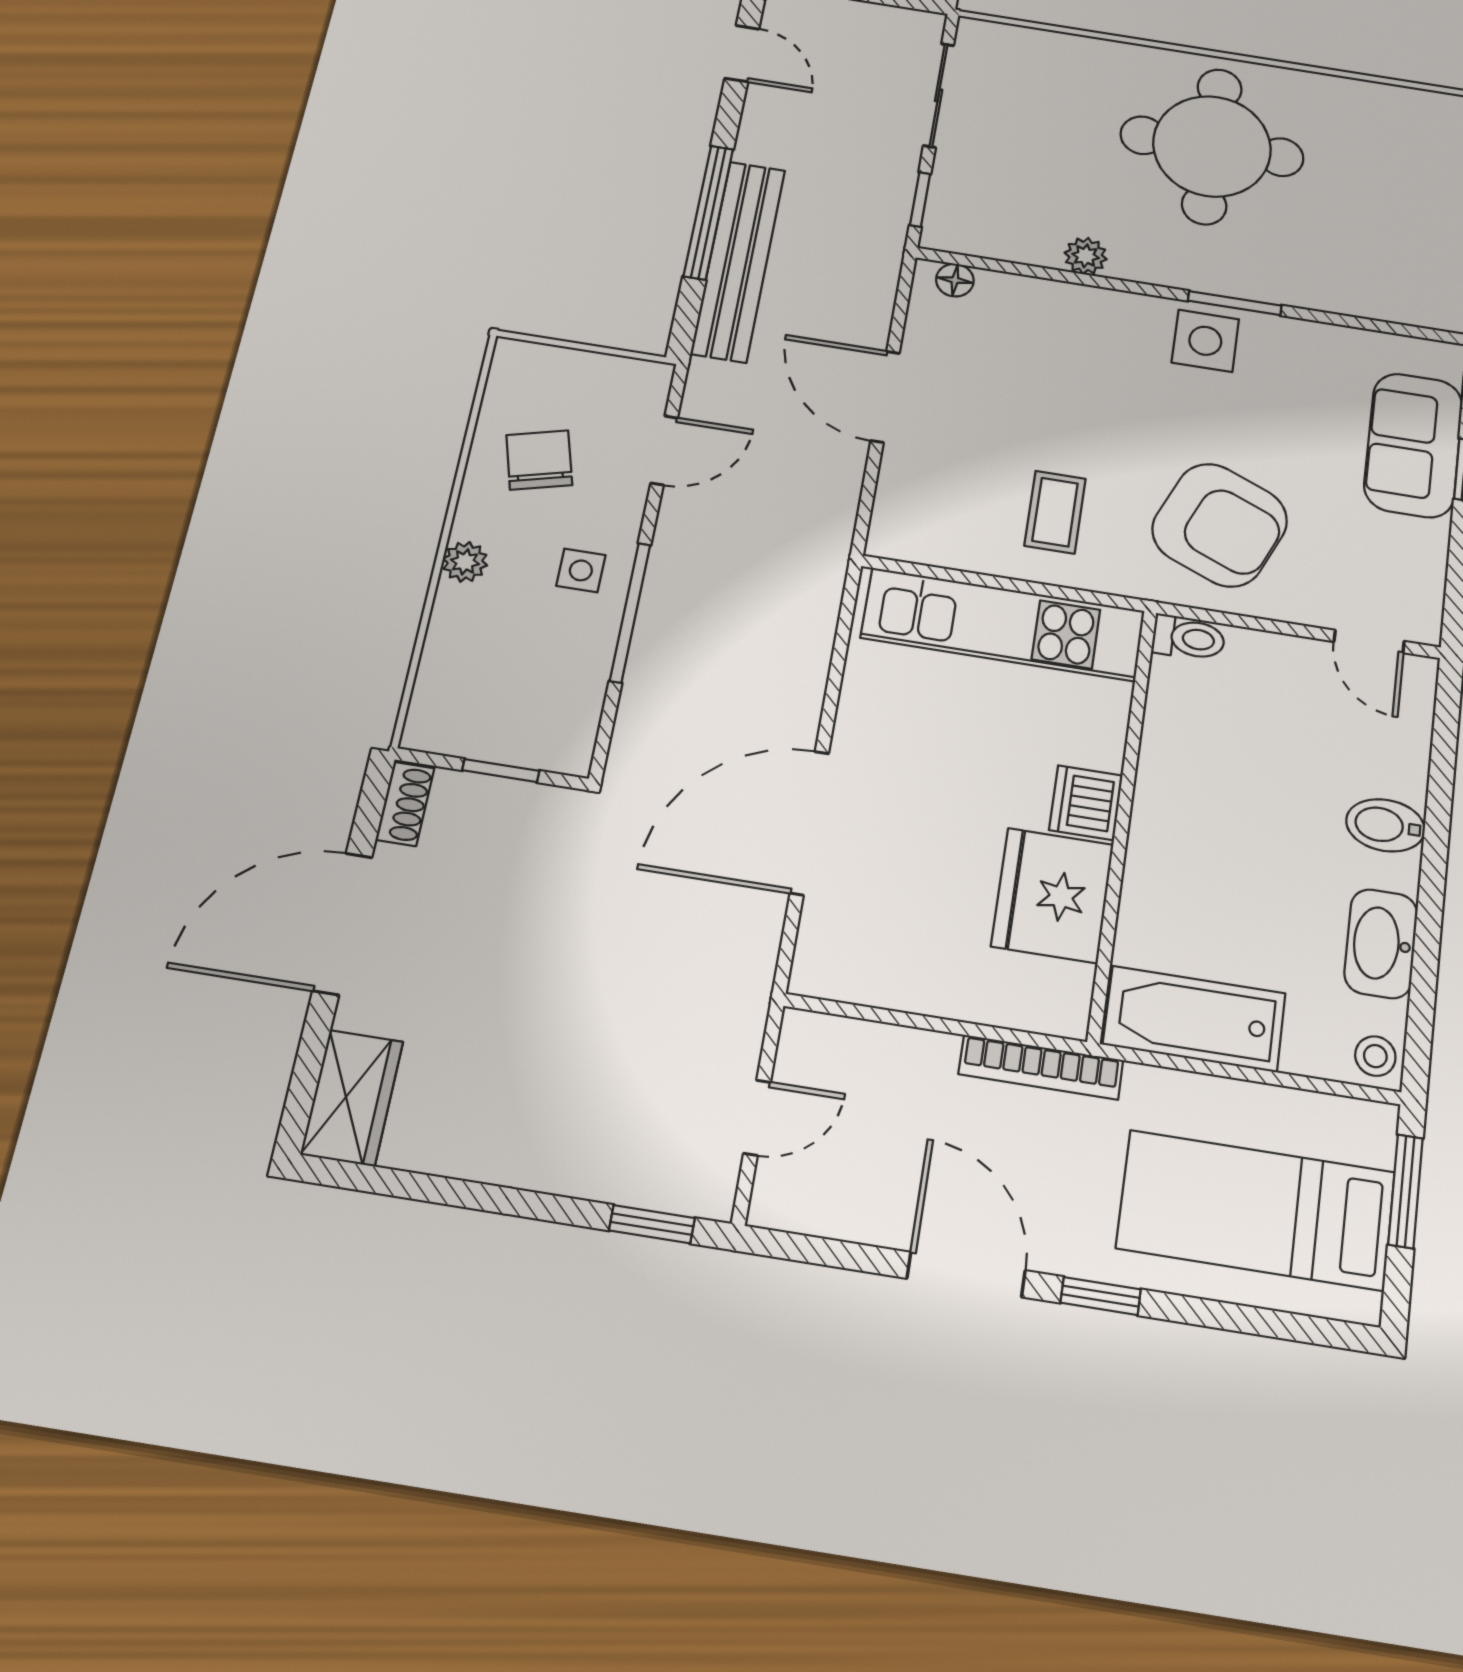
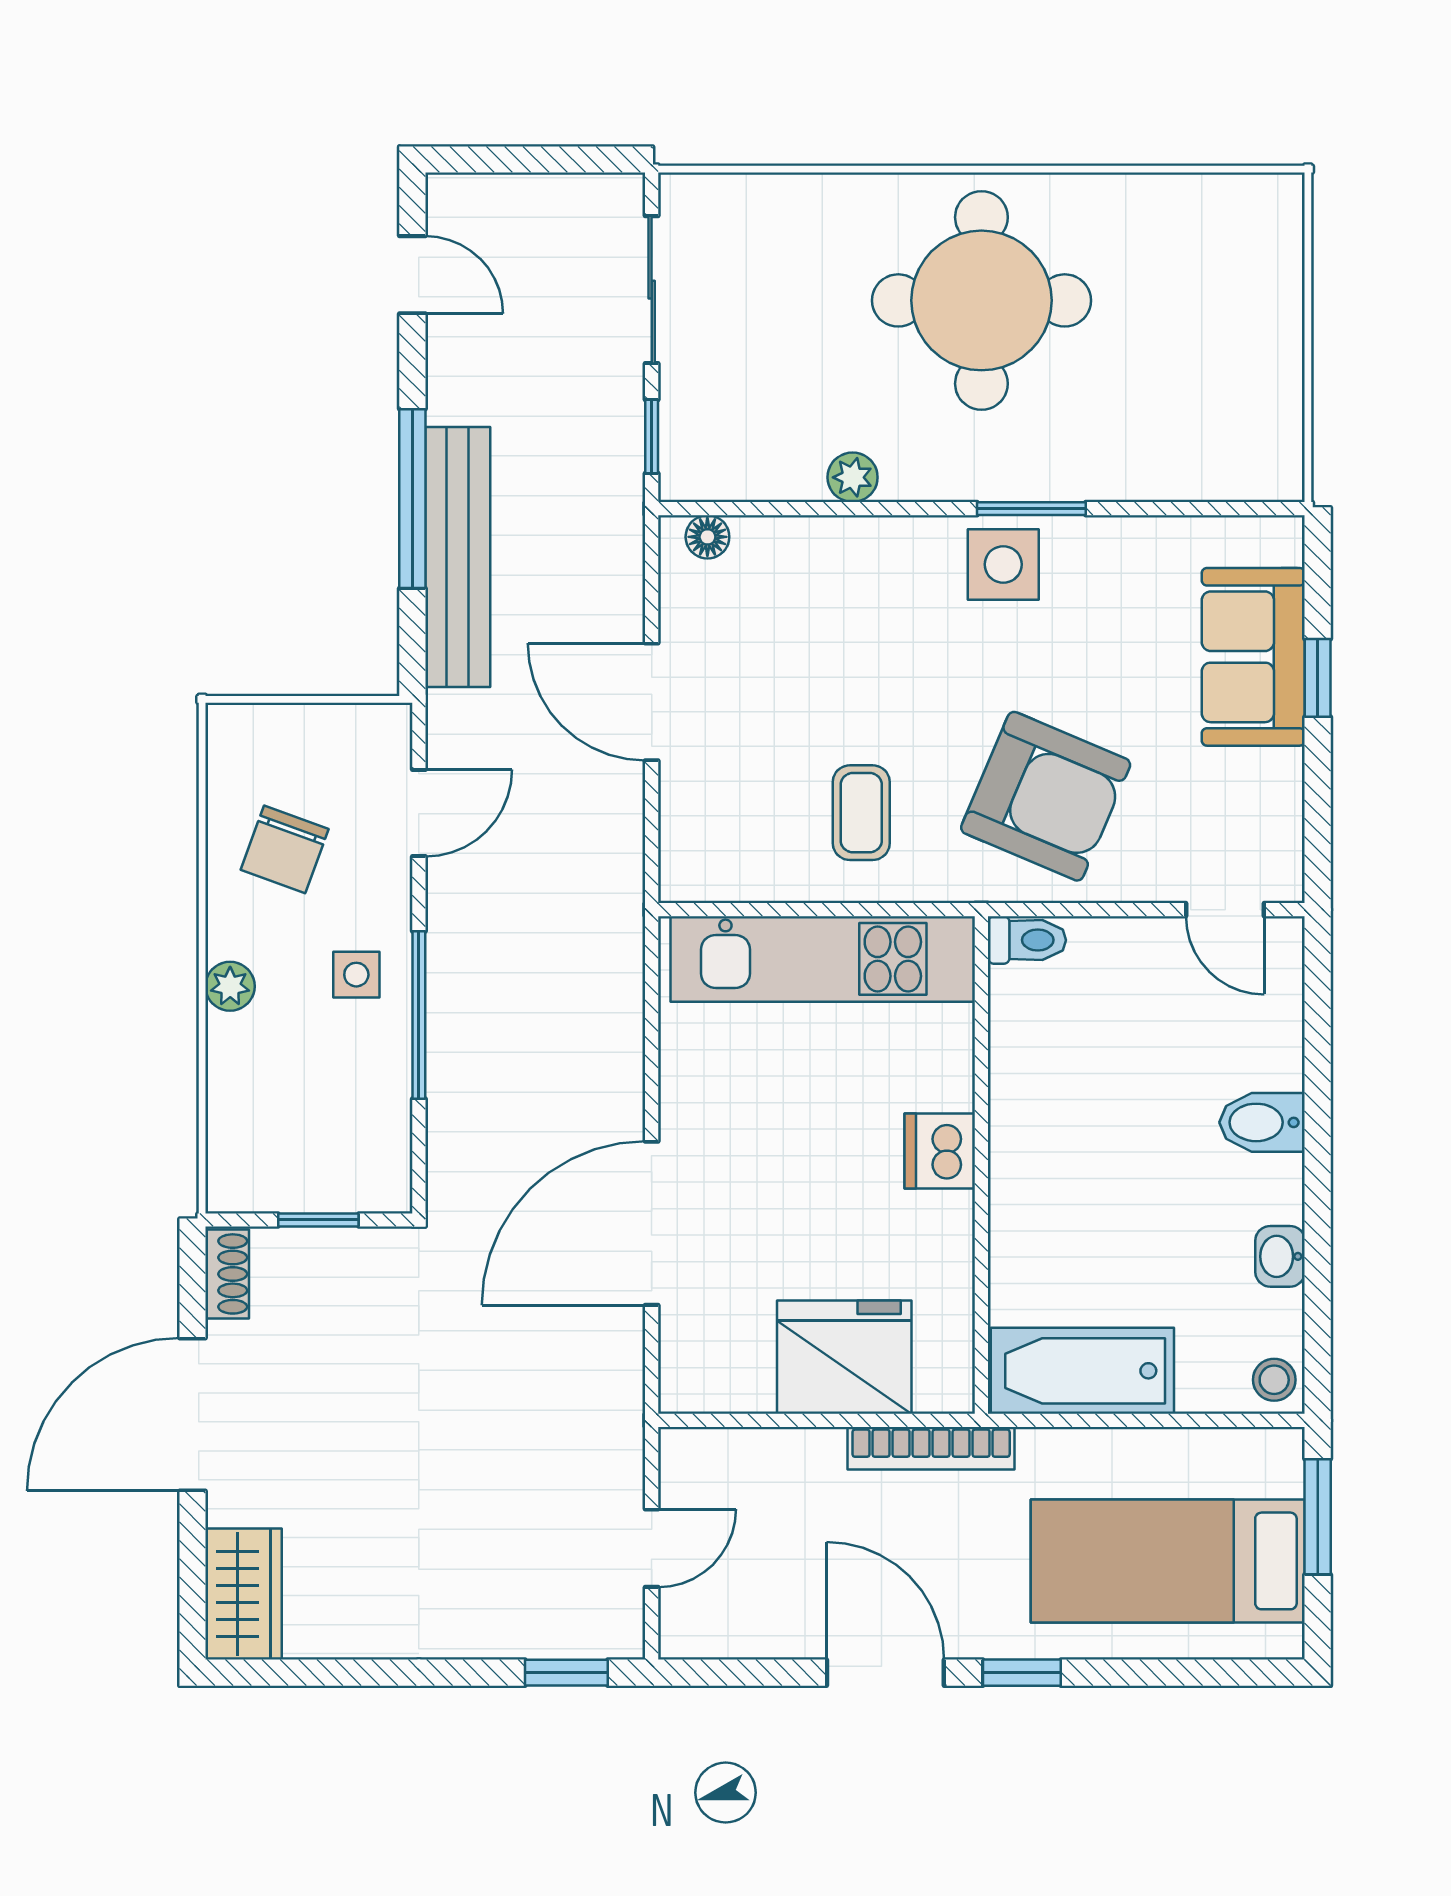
chair: (539, 460) -> (285, 849), turned -145
fridge: (1052, 895) -> (844, 1357), moved, turned 90
washbasin: (1381, 944) -> (1280, 1256), width x0.52, depth x0.69

